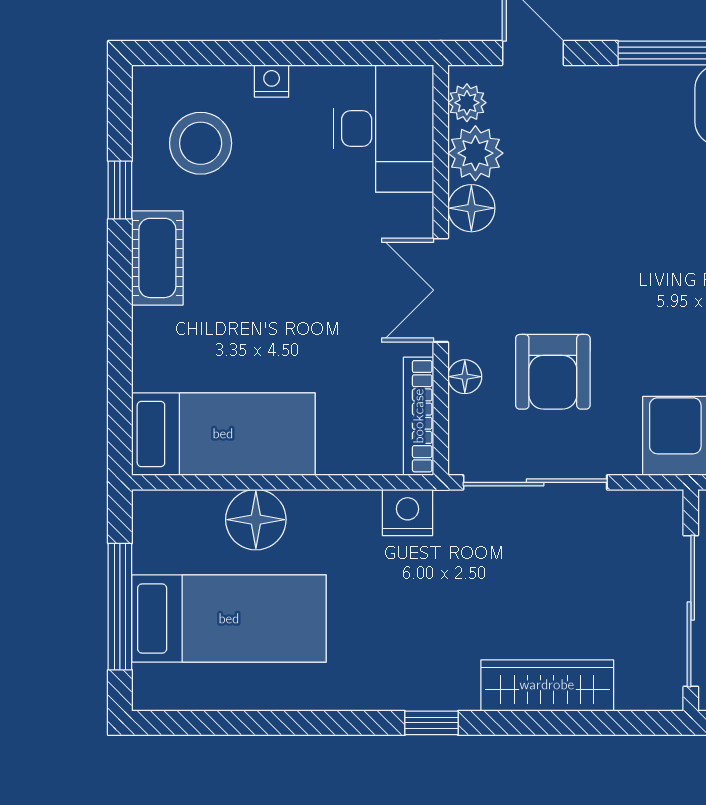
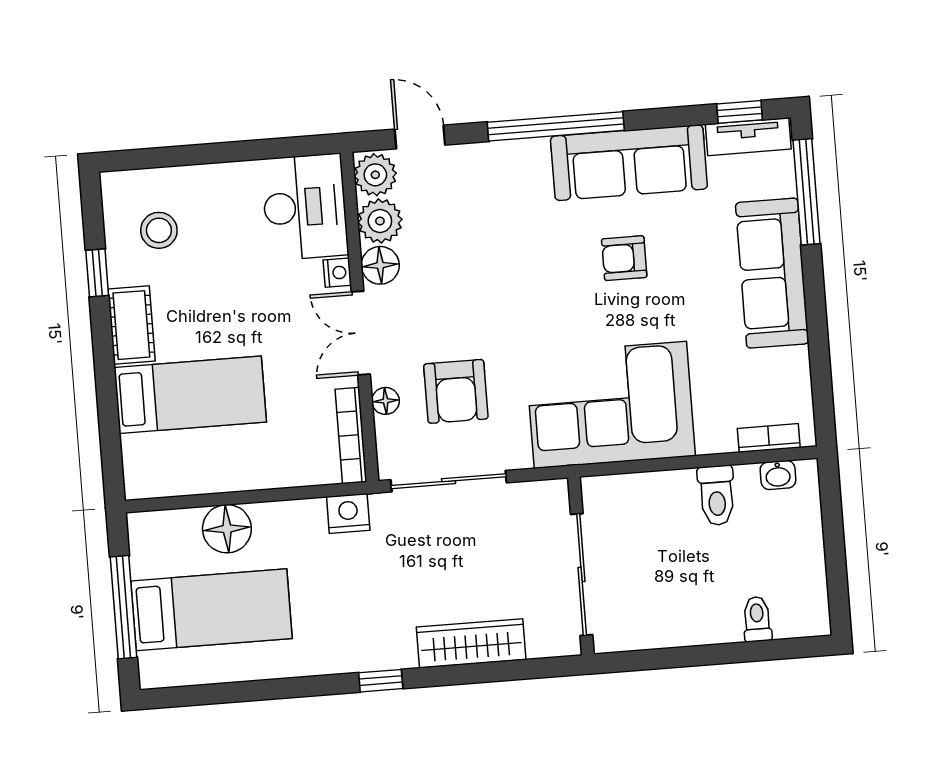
nightstand: (272, 81) -> (337, 273), moved, turned 90
plant: (467, 103) -> (375, 175), width x1.38, depth x1.38
stool: (201, 143) -> (159, 230), width x0.73, depth x0.73
bed: (223, 434) -> (190, 395), moved

